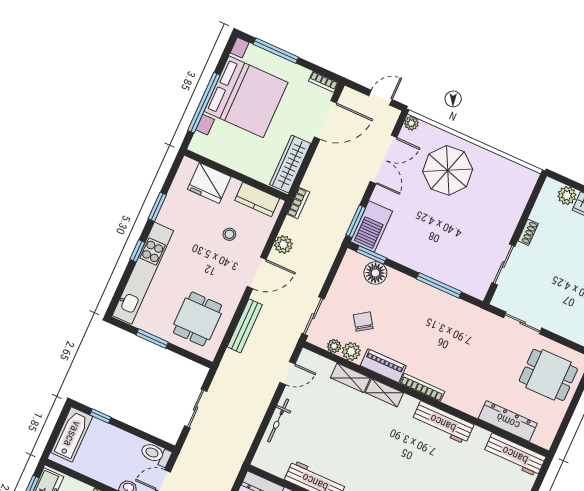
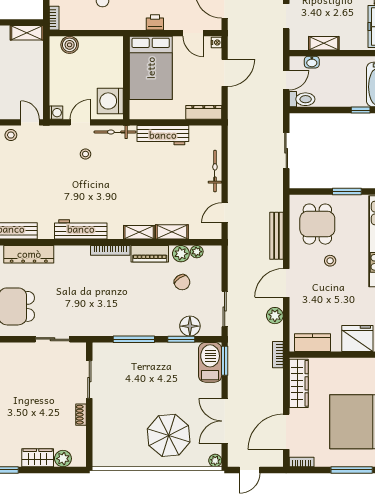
stool: (229, 234) -> (330, 261), moved
window: (371, 255) -> (181, 339), moved
sliding door: (313, 316) -> (225, 309), moved

